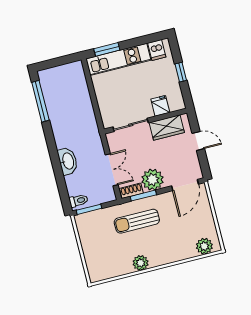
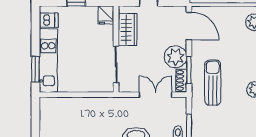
fridge: (160, 106) -> (106, 15), moved, turned -90
sun lounger: (137, 221) -> (213, 83), turned 180

